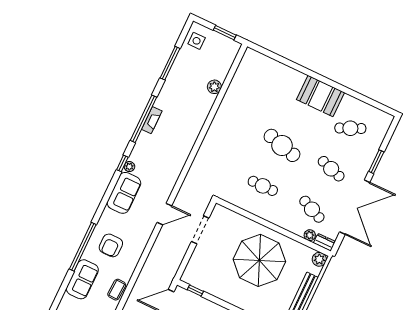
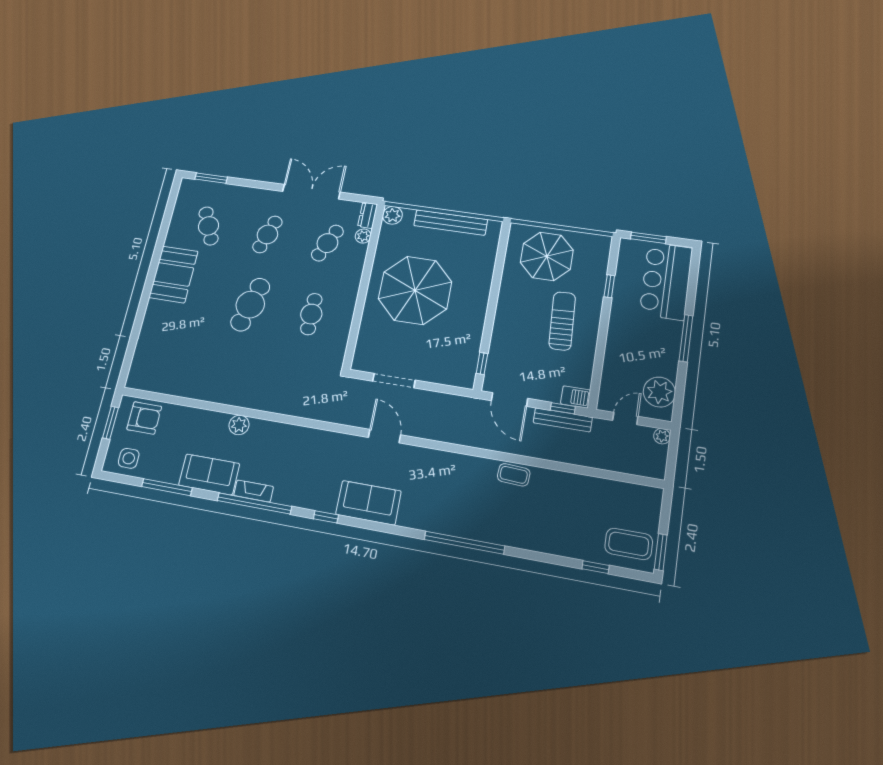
plant: (214, 87) -> (239, 425), moved
window: (376, 162) -> (211, 178), moved
plant: (129, 167) -> (328, 505), removed
double door: (355, 207) -> (311, 192), width x0.73
armchair: (111, 245) -> (144, 418), moved
sofa: (82, 279) -> (209, 474), moved

